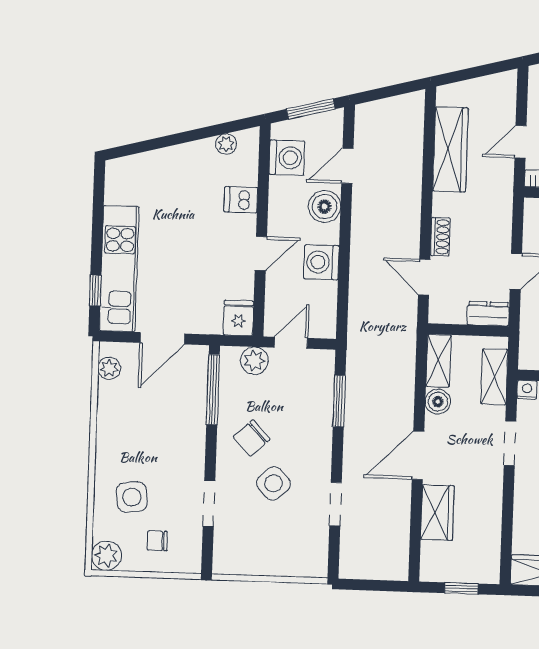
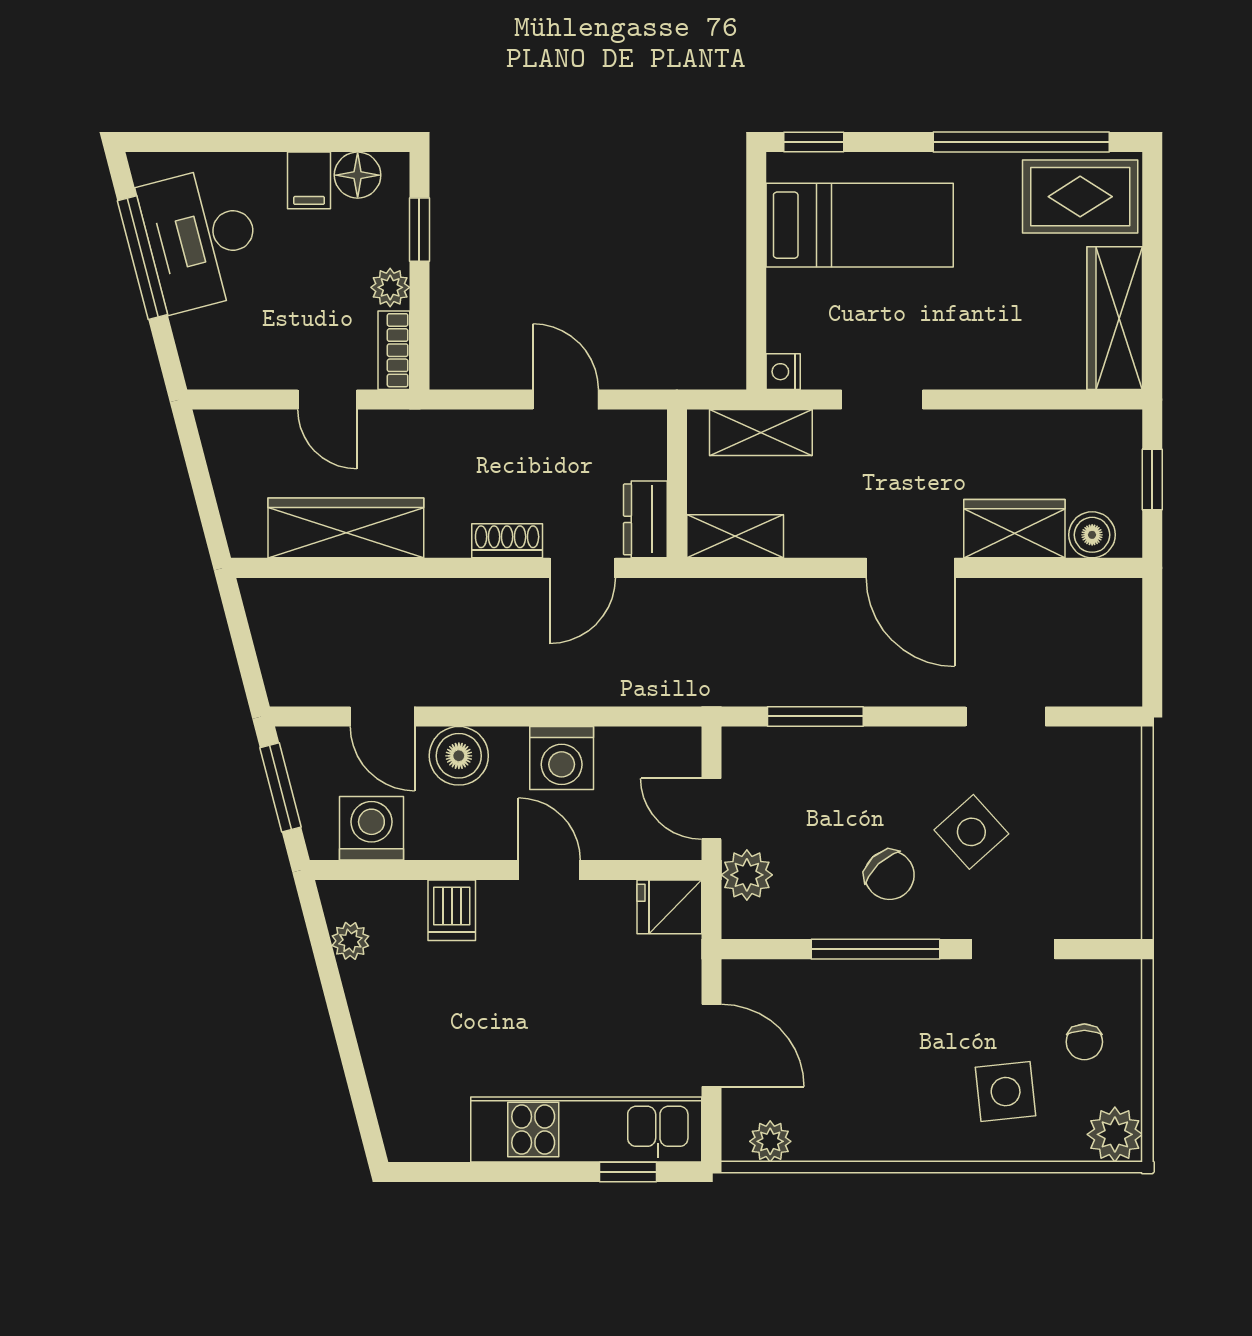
dresser: (488, 314) -> (645, 519), moved
window: (213, 390) -> (875, 949), moved
boiler: (438, 402) -> (1092, 535), moved

